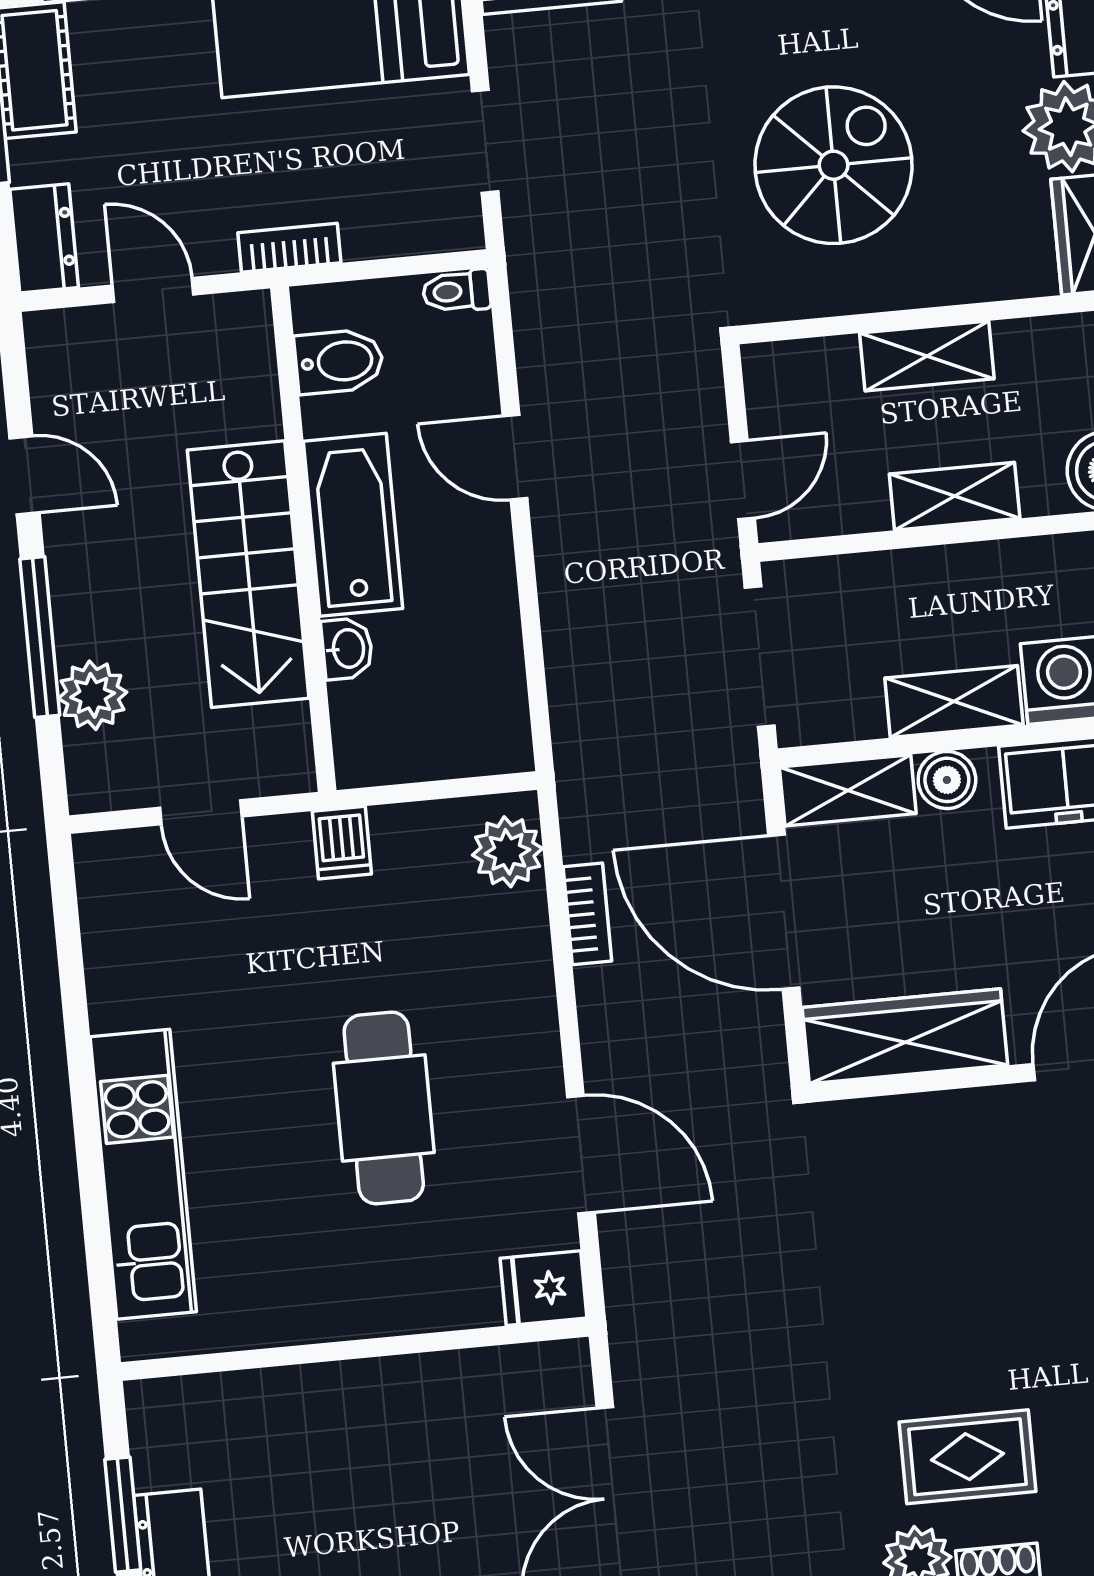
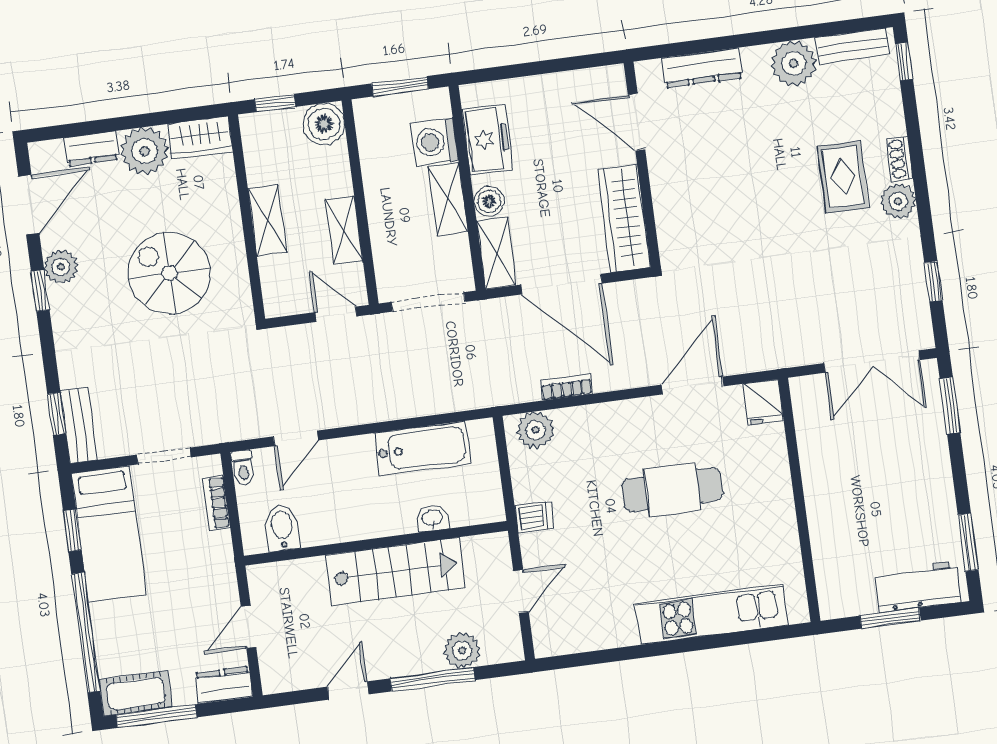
bookcase: (289, 248) -> (216, 503), moved
door: (515, 457) -> (296, 438), moved
shelving: (955, 496) -> (344, 231), moved
bathtub: (353, 525) -> (422, 448), moved, turned 180
door: (784, 912) -> (561, 284), hinge flipped

